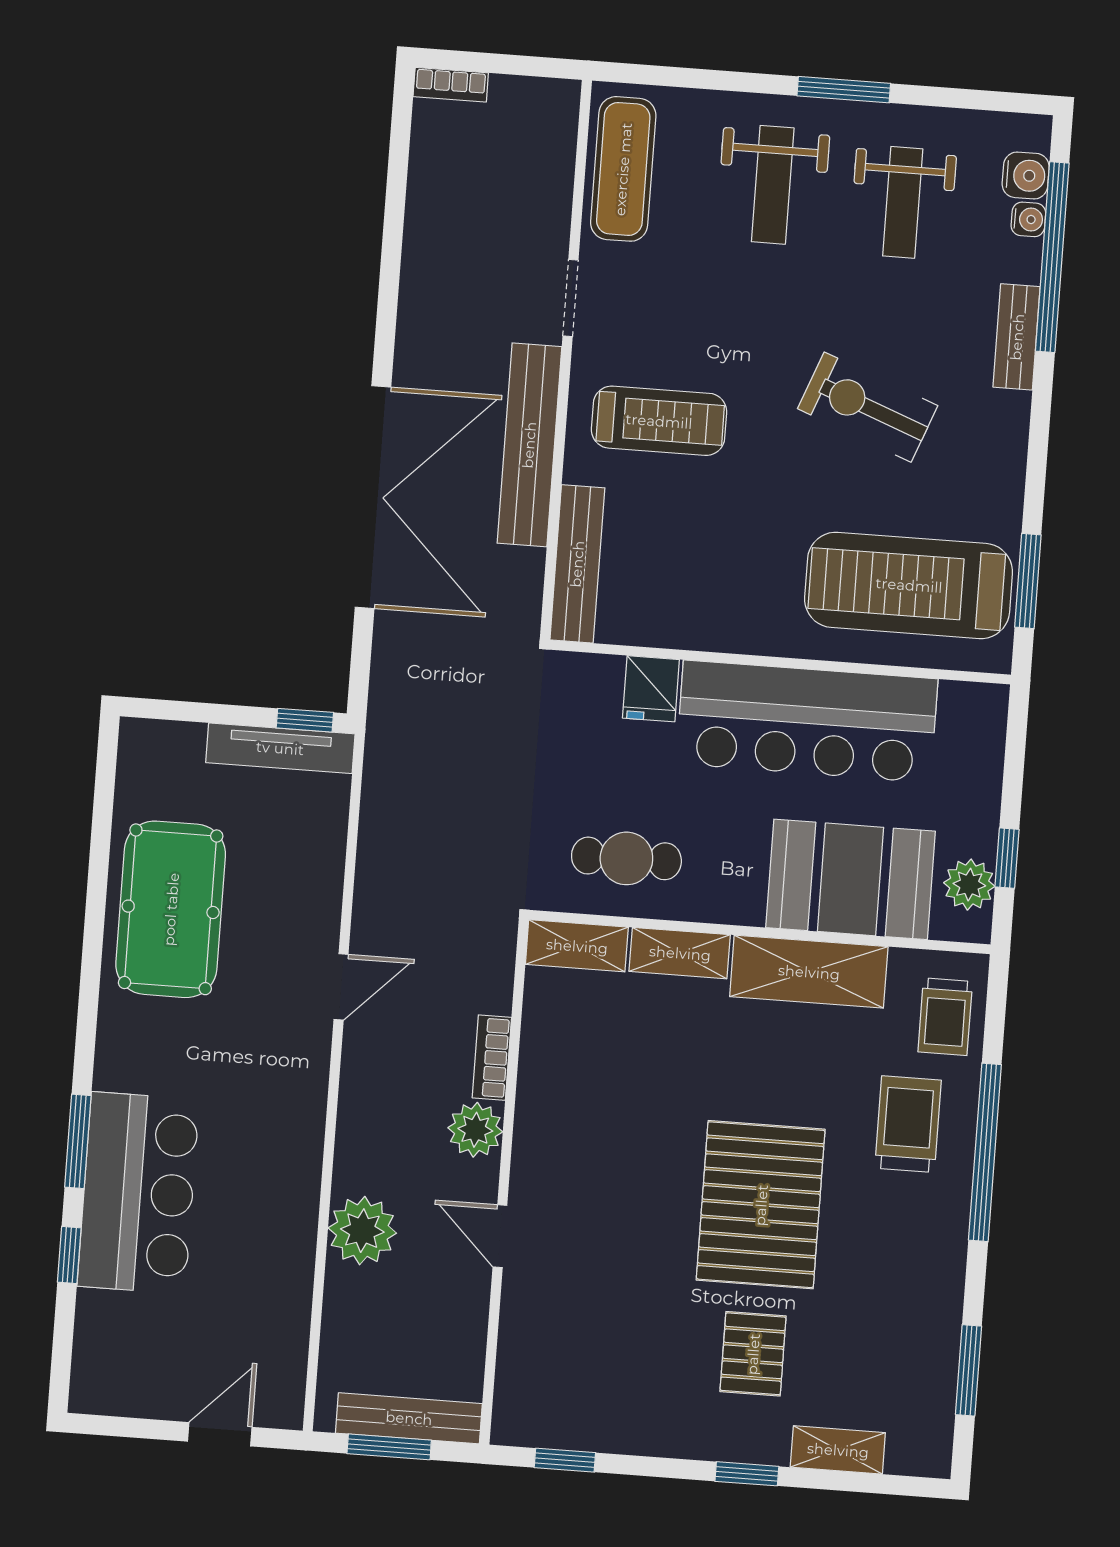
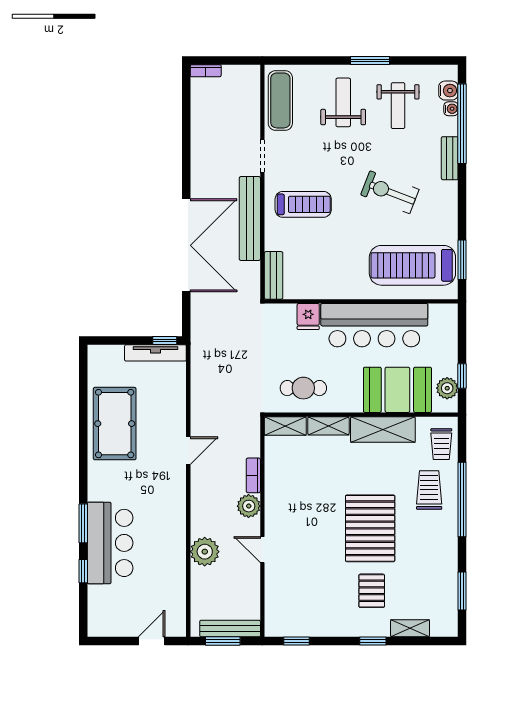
weight bench: (773, 185) -> (343, 102), turned 180
bench: (577, 564) -> (274, 275), width x0.73

